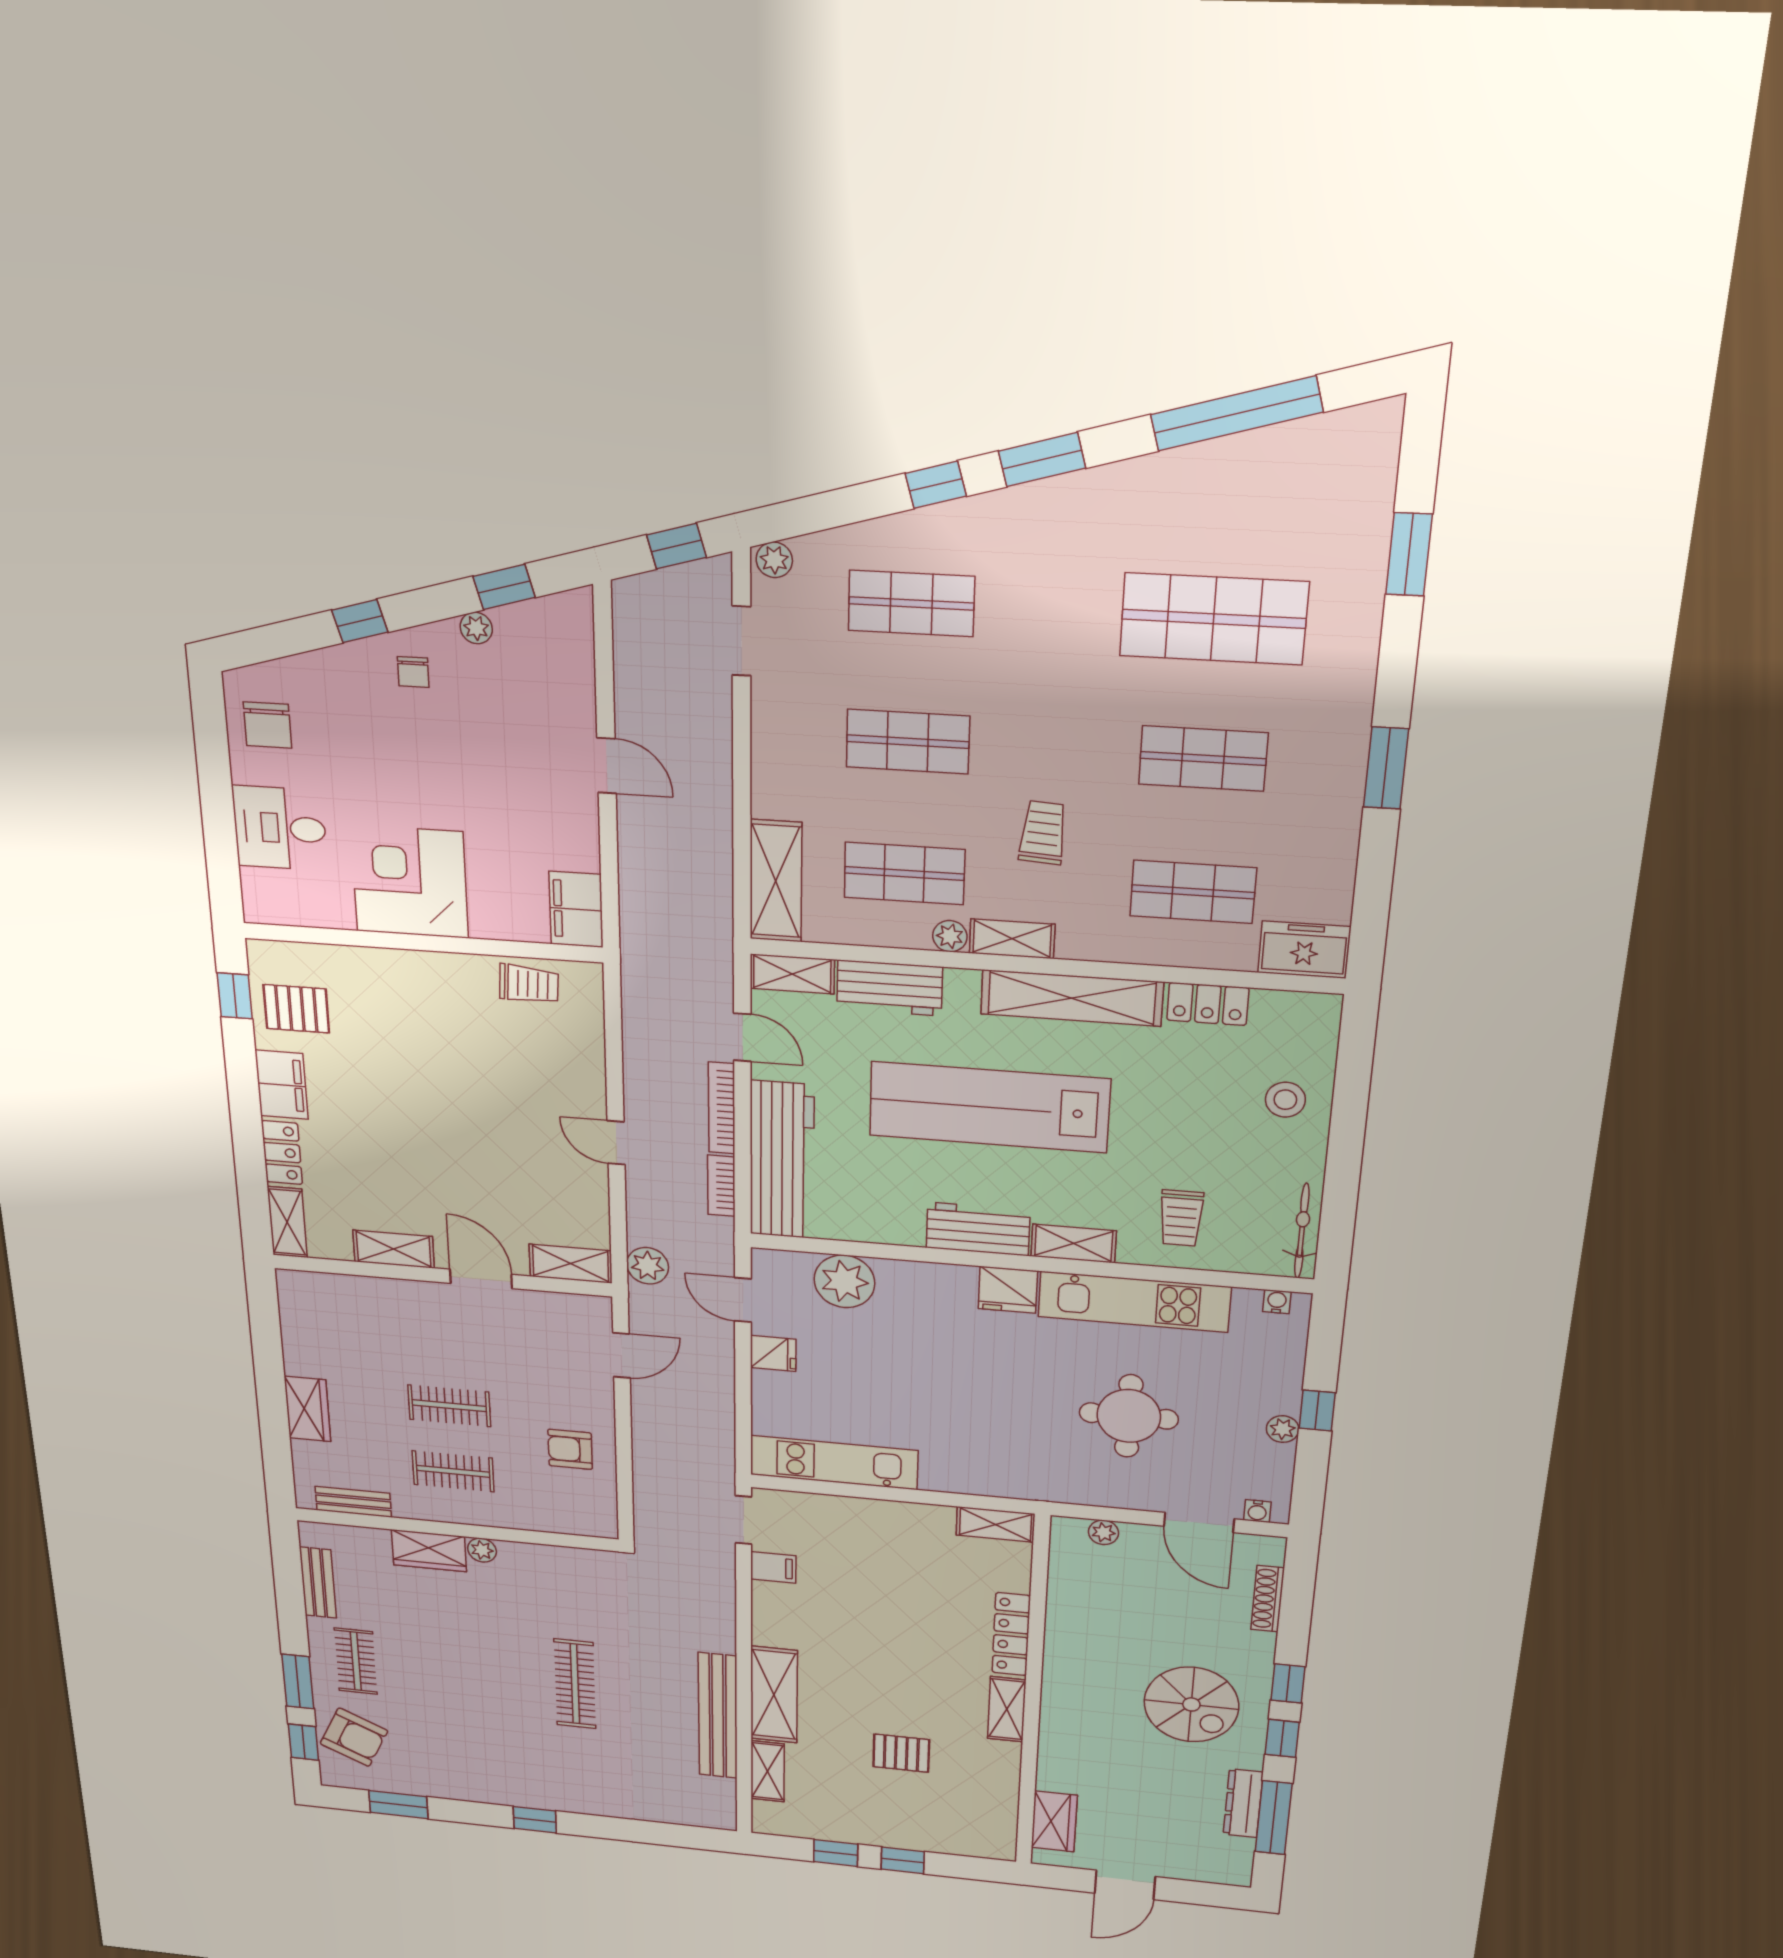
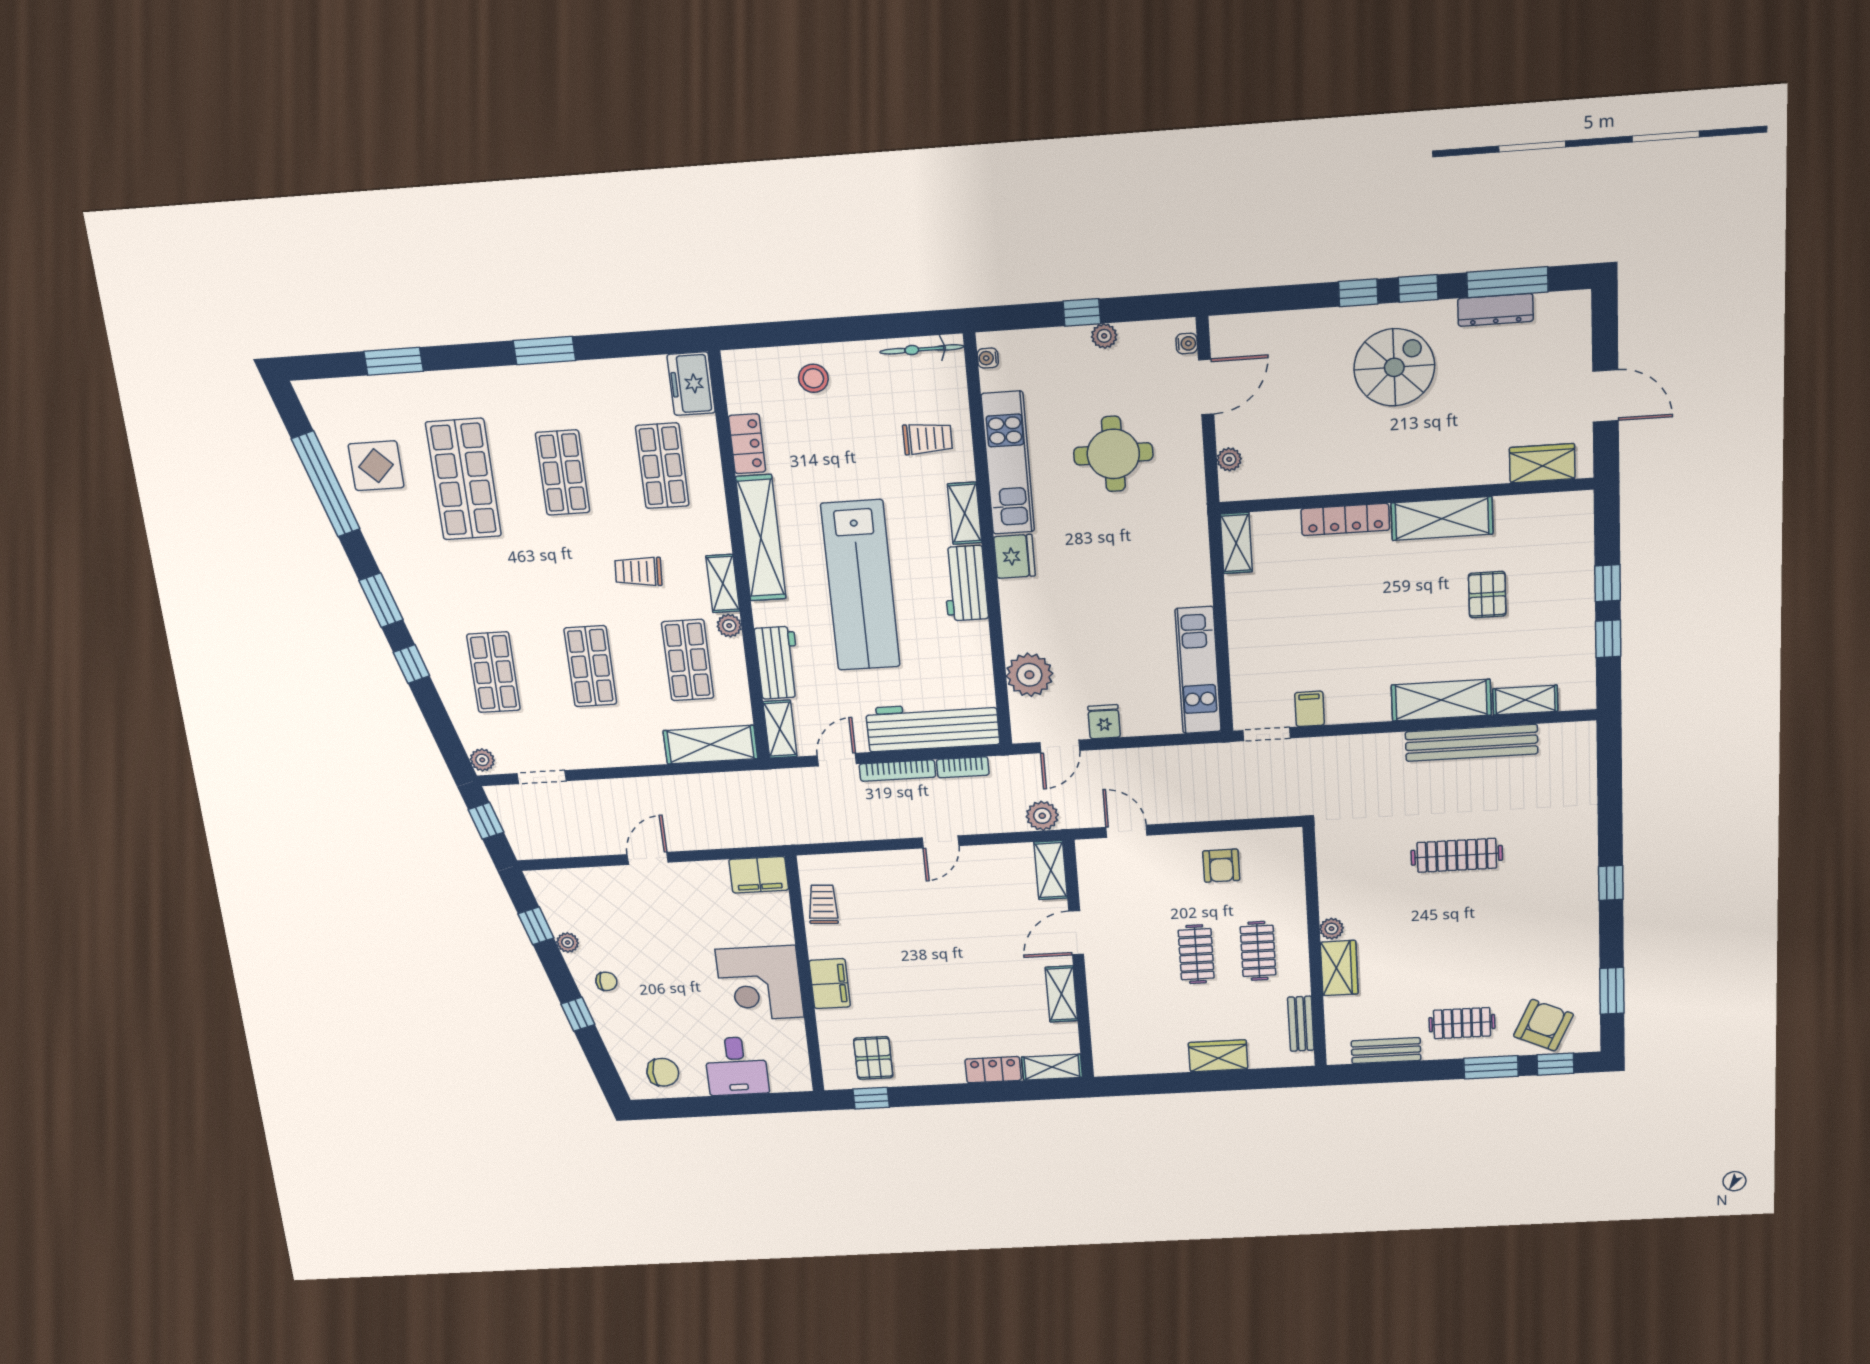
display table: (1254, 496) -> (376, 466), added
filing cabinet: (282, 1085) -> (830, 984), moved, turned 90
shoe rack: (1268, 1599) -> (1273, 322), removed
shelving: (1007, 1709) -> (1442, 519), width x1.50, depth x1.33

